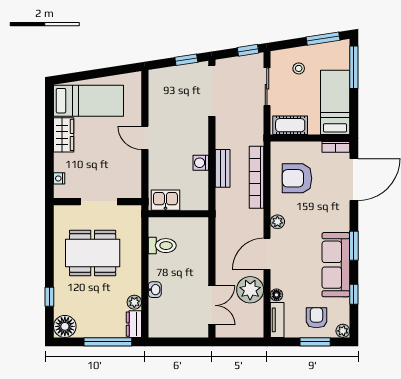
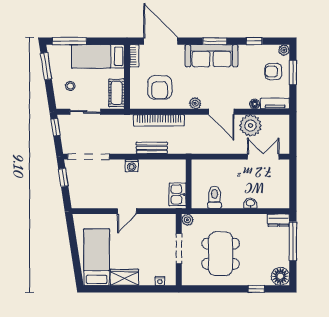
washing machine: (201, 163) -> (132, 166), moved
sofa: (336, 265) -> (211, 56), moved
plant: (134, 302) -> (187, 220), moved

